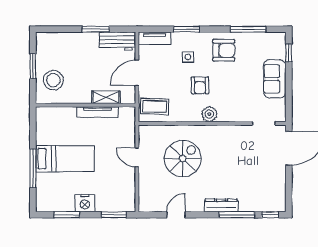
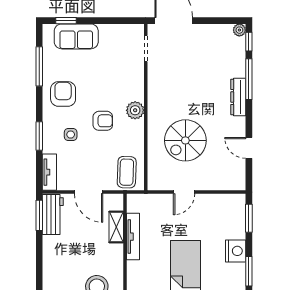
window: (96, 29) -> (39, 215), moved
sofa: (275, 79) -> (76, 36), moved
spiral stairs: (183, 159) -> (185, 140), turned -90
plant: (280, 206) -> (239, 30), added

